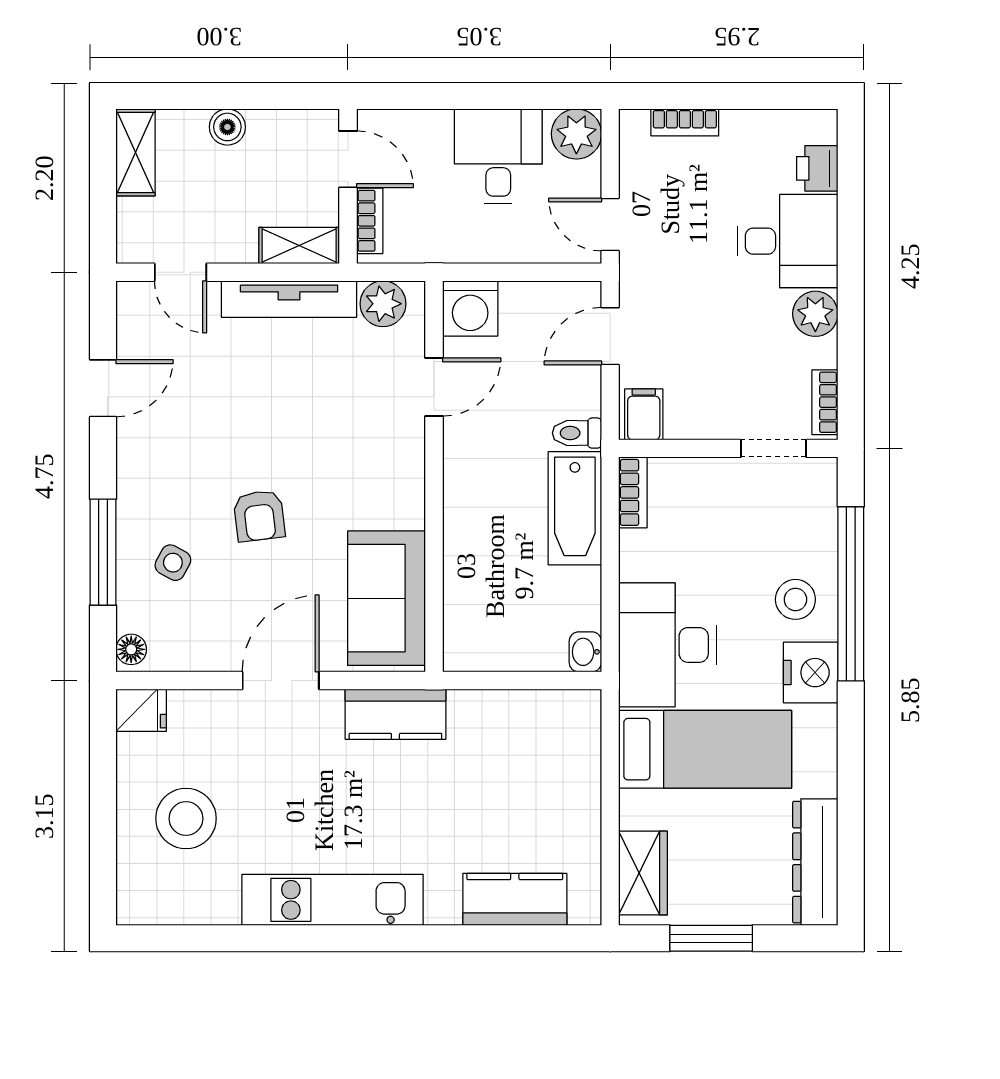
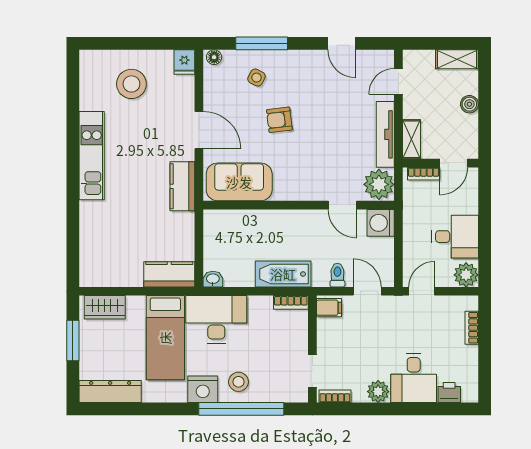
plant: (383, 304) -> (379, 184), width x1.36, depth x1.36
toilet: (577, 433) -> (337, 275), moved
kitchen counter: (515, 899) -> (169, 274), moved, turned -90

